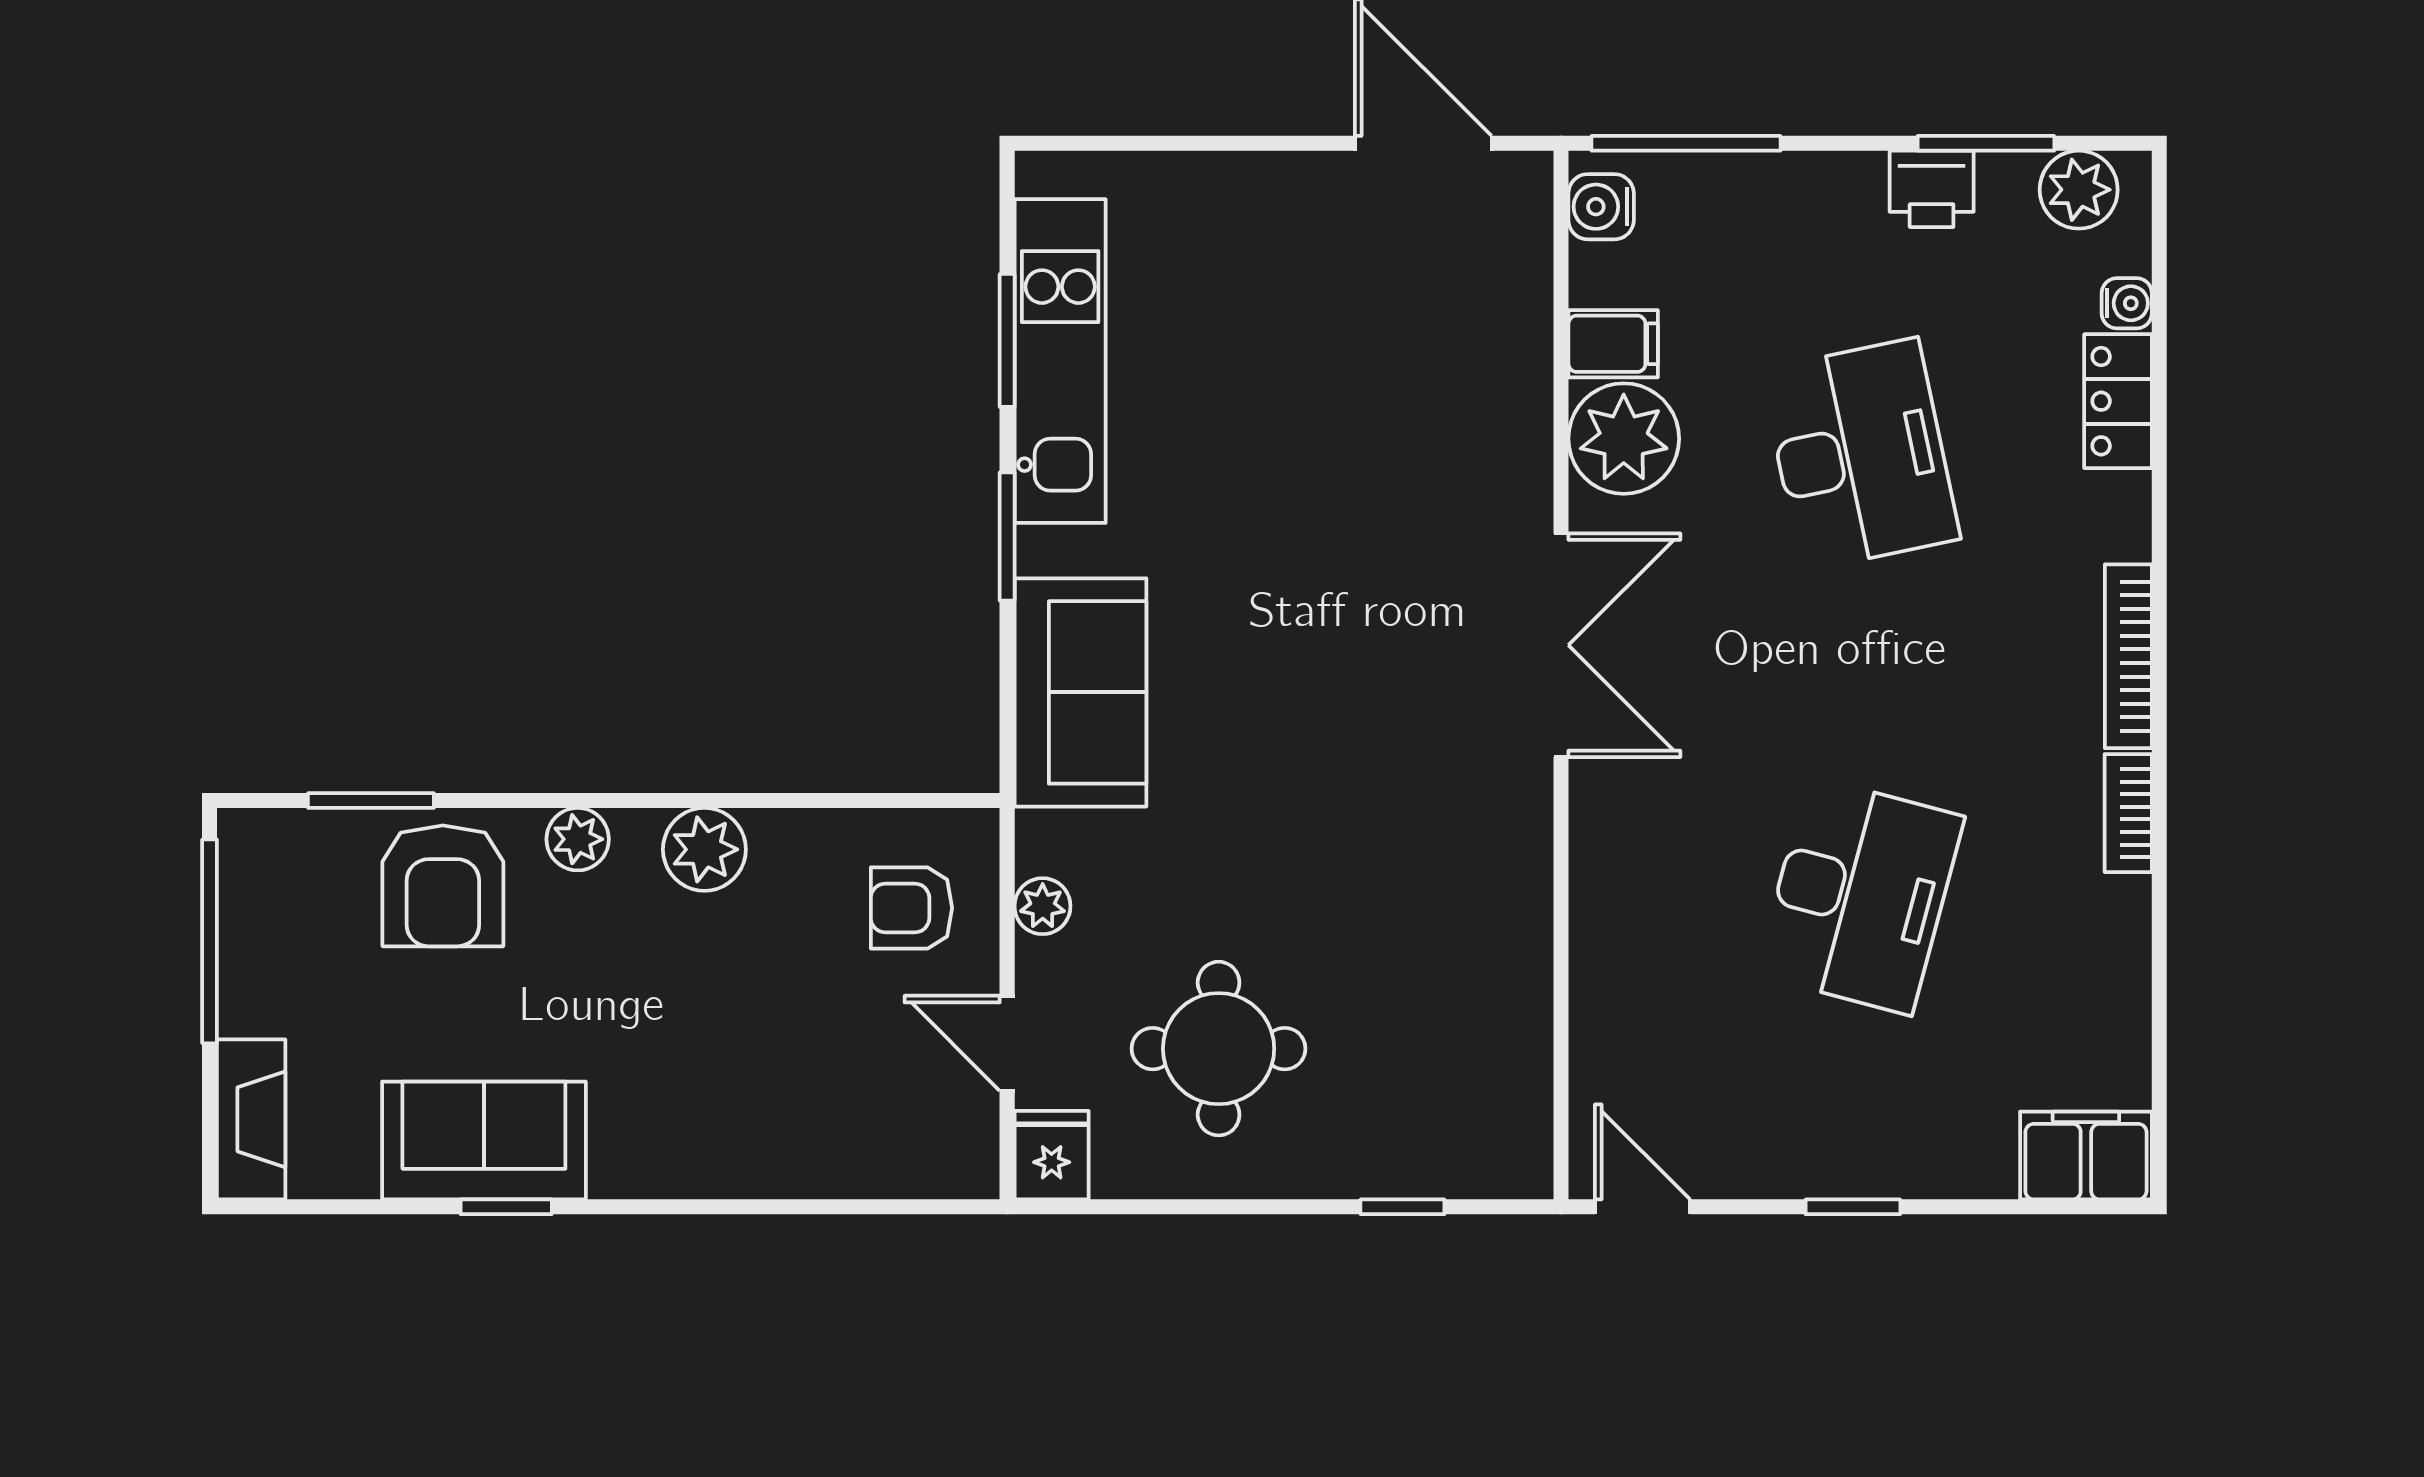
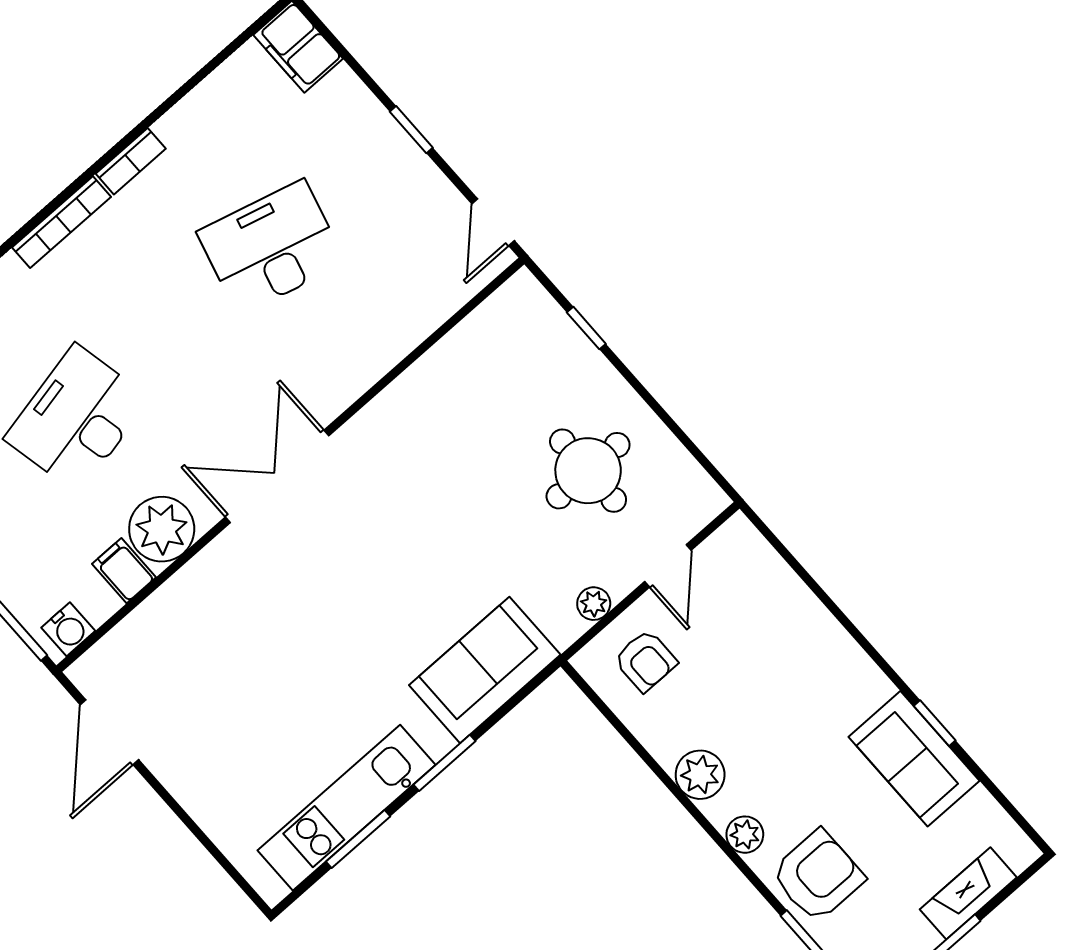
fireplace: (251, 1119) -> (968, 893), moved
fridge: (1052, 1155) -> (700, 503), removed

